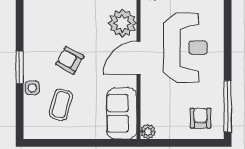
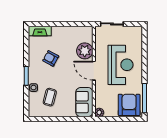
door: (138, 58) -> (94, 71), hinge flipped
armchair: (70, 60) -> (51, 58), moved
armchair: (200, 118) -> (129, 105), width x1.88, depth x1.88

